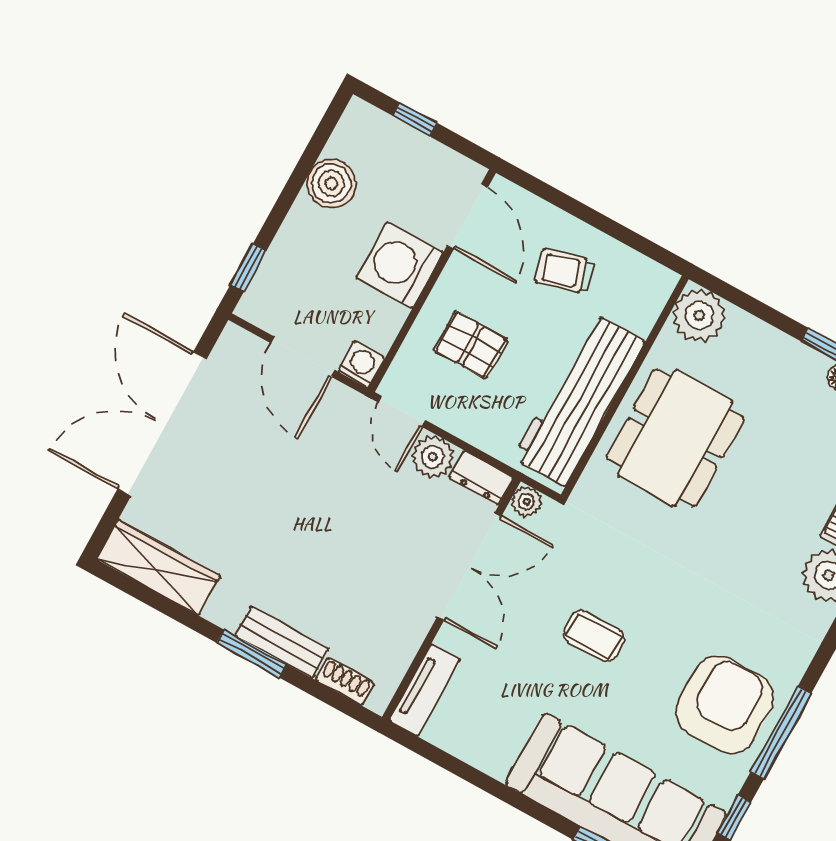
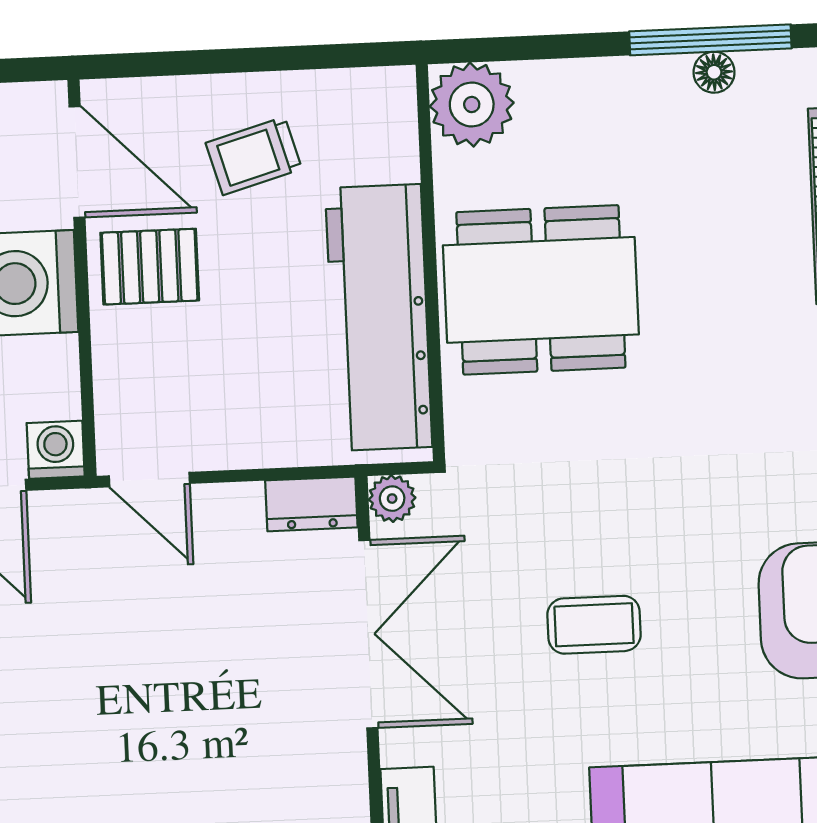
pallet: (471, 345) -> (150, 267), moved
dining table: (675, 438) -> (541, 290), turned 90
plant: (433, 457) -> (229, 515), removed

